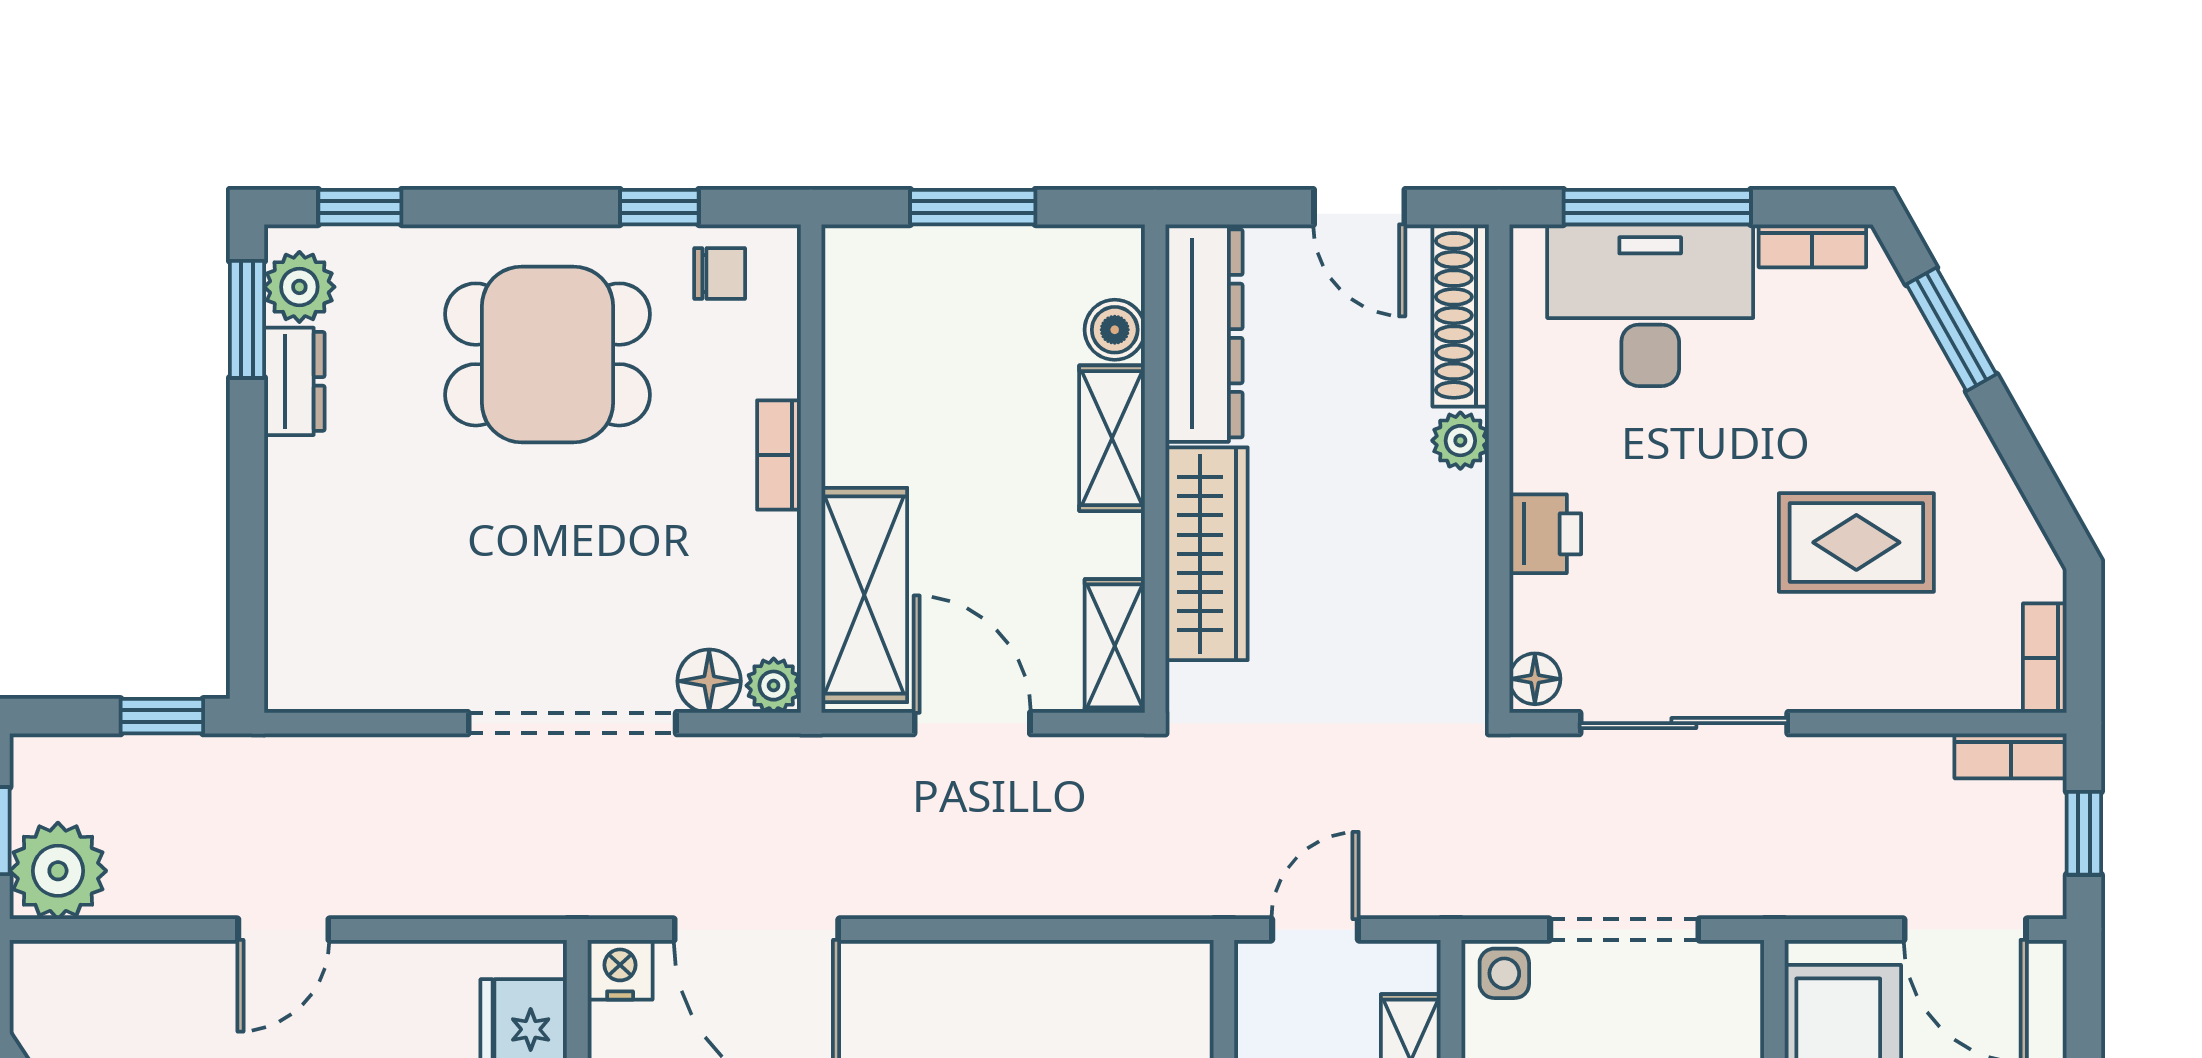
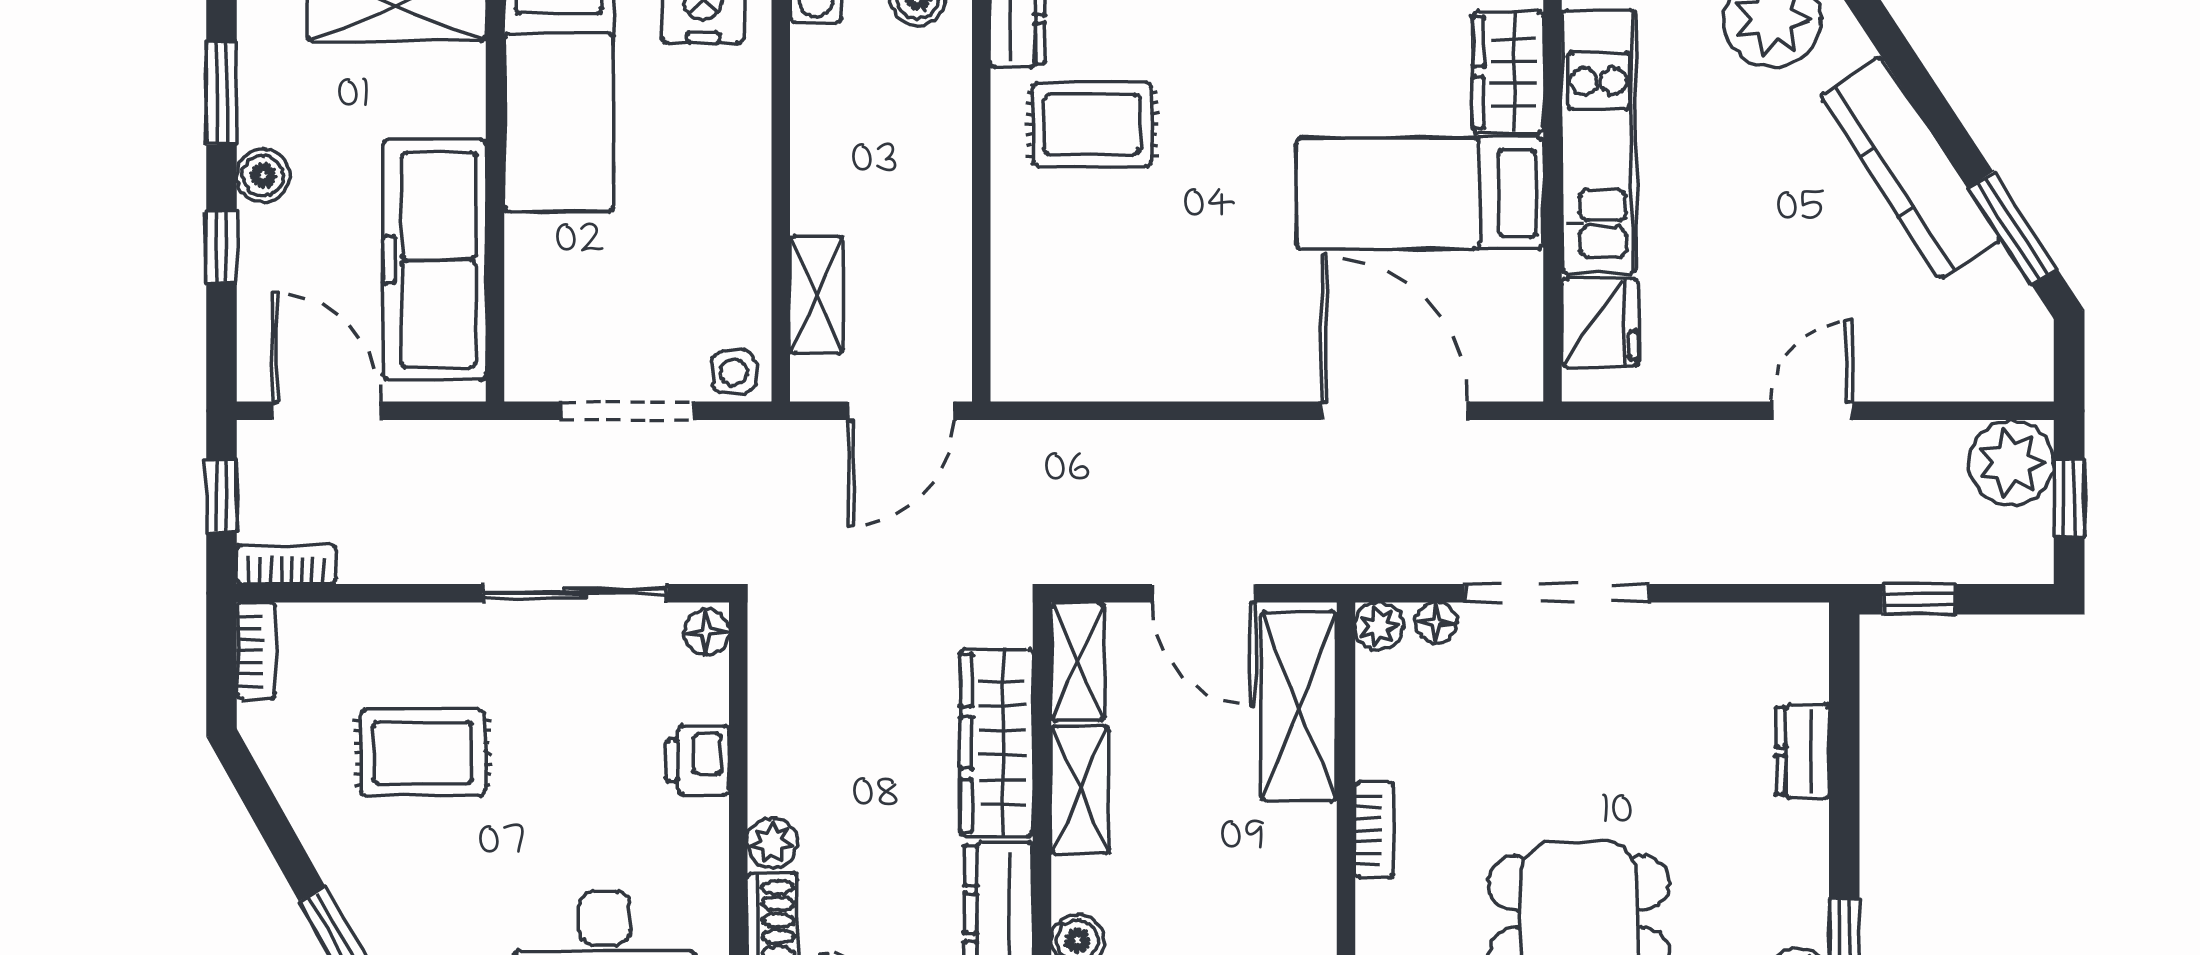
dresser: (294, 381) -> (1802, 751), moved
shelving: (1112, 438) -> (1080, 790), moved
floor lamp: (709, 681) -> (1436, 623), width x0.73, depth x0.73
door: (1315, 929) -> (901, 411), width x1.38
nightstand: (620, 970) -> (1515, 375), removed

